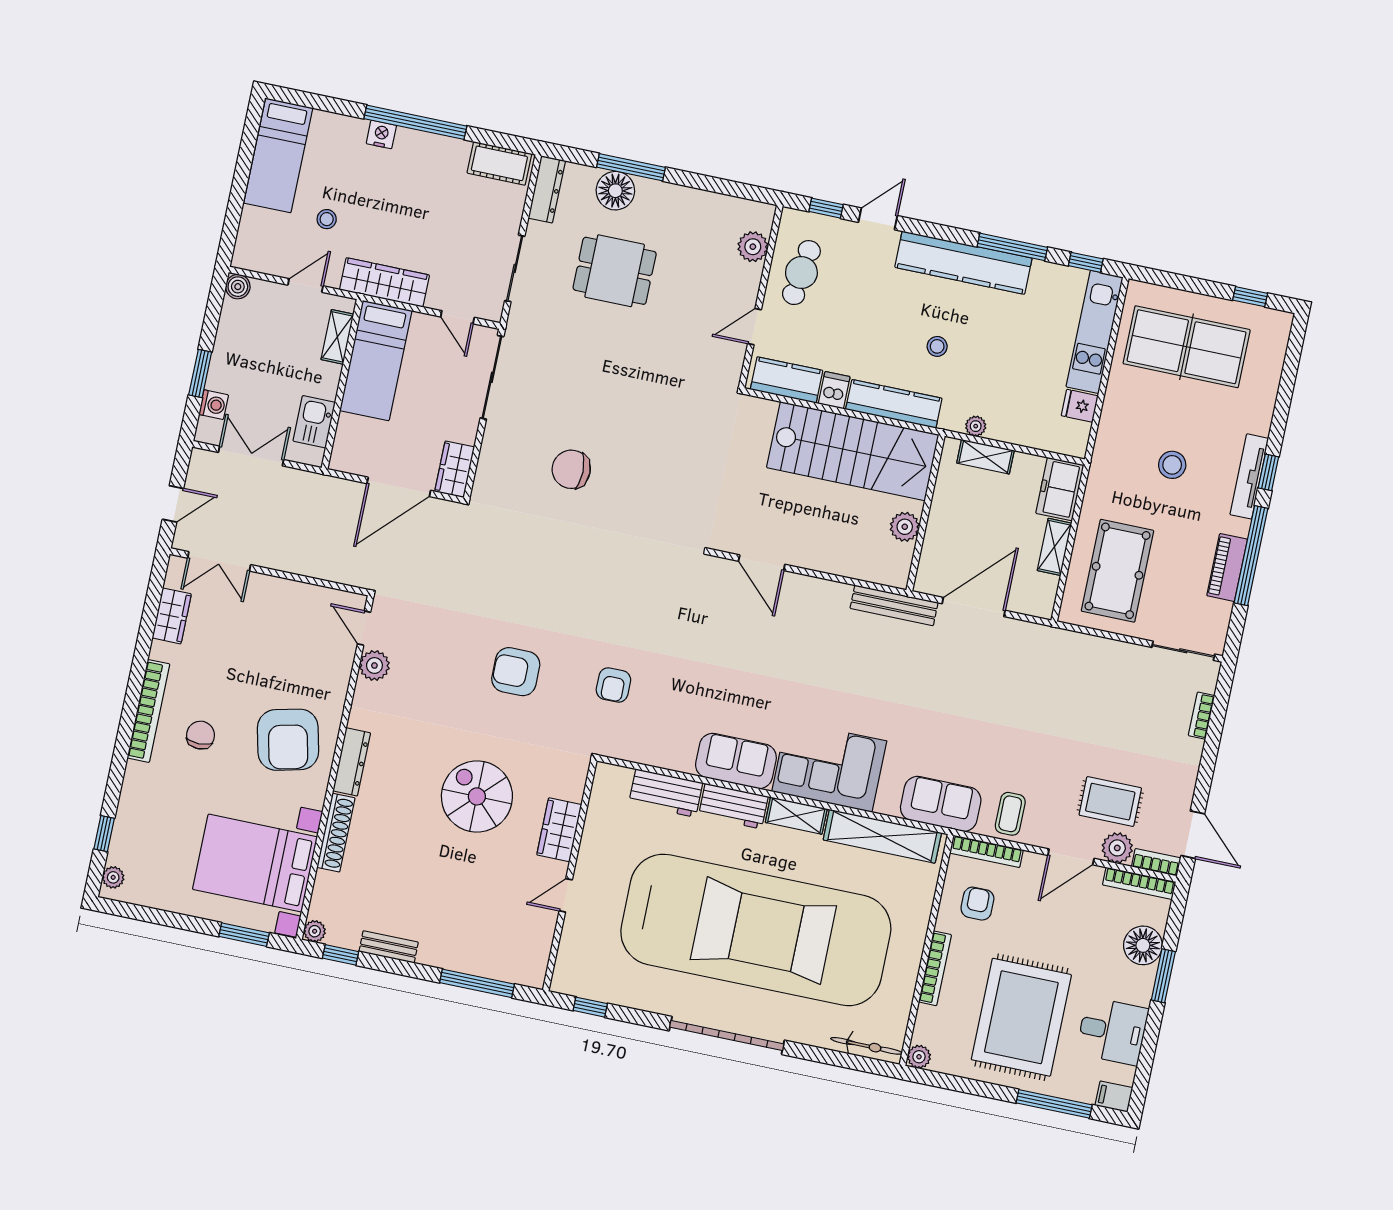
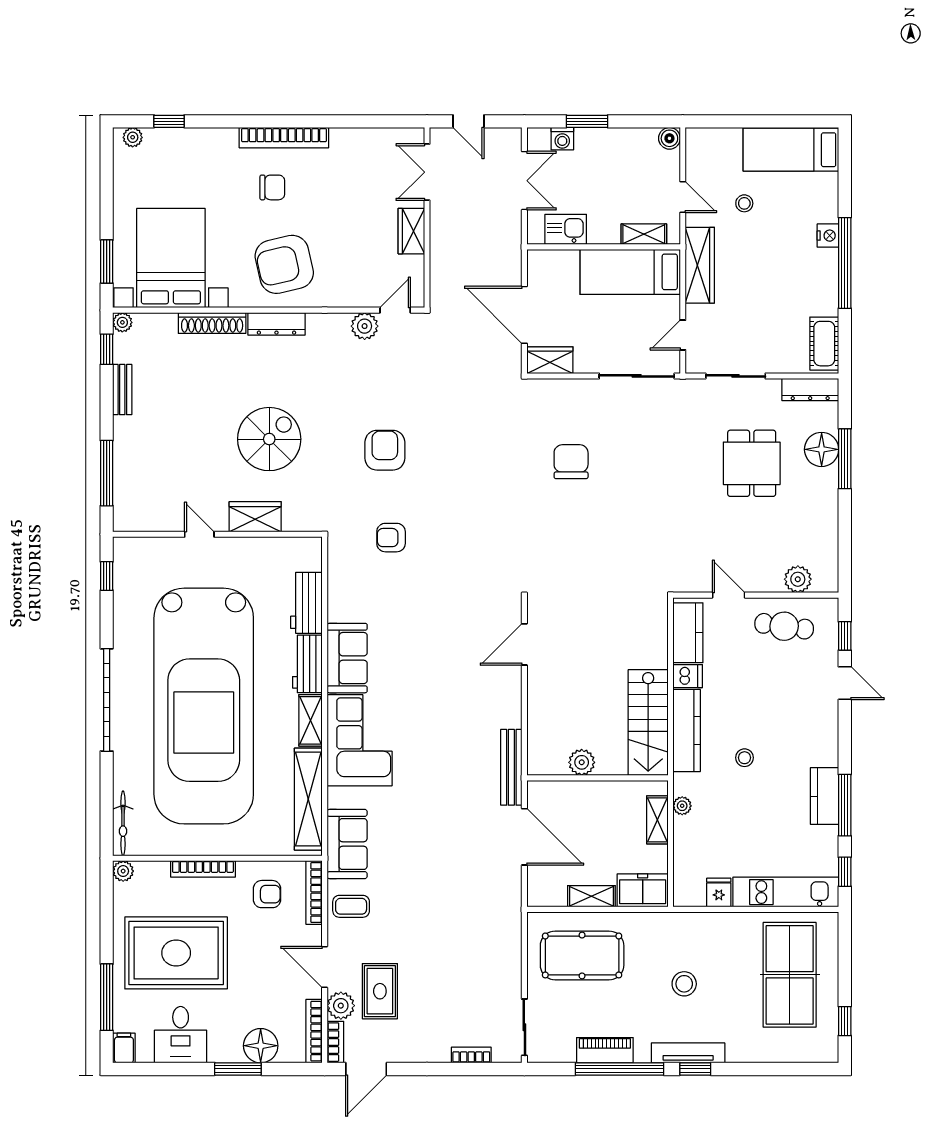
kitchen counter: (963, 263) -> (824, 796), width x0.48, depth x0.86
stairs: (853, 451) -> (648, 723), width x0.73, depth x0.66
wardrobe: (172, 616) -> (411, 231), moved, turned 90

